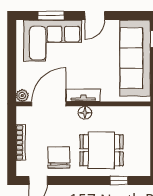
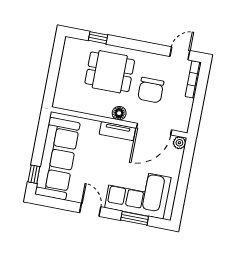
door: (95, 16) -> (90, 210), hinge flipped
bookcase: (21, 142) -> (193, 79), moved
chair: (59, 157) -> (151, 90), moved

